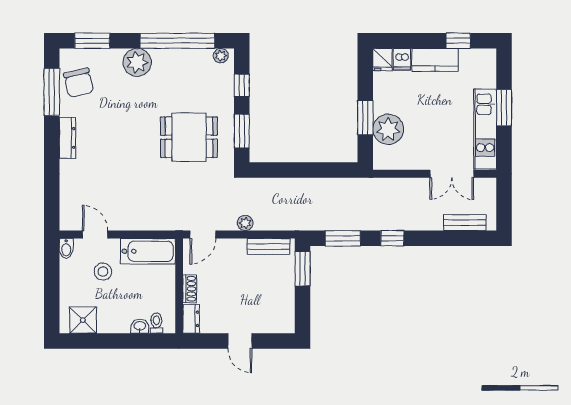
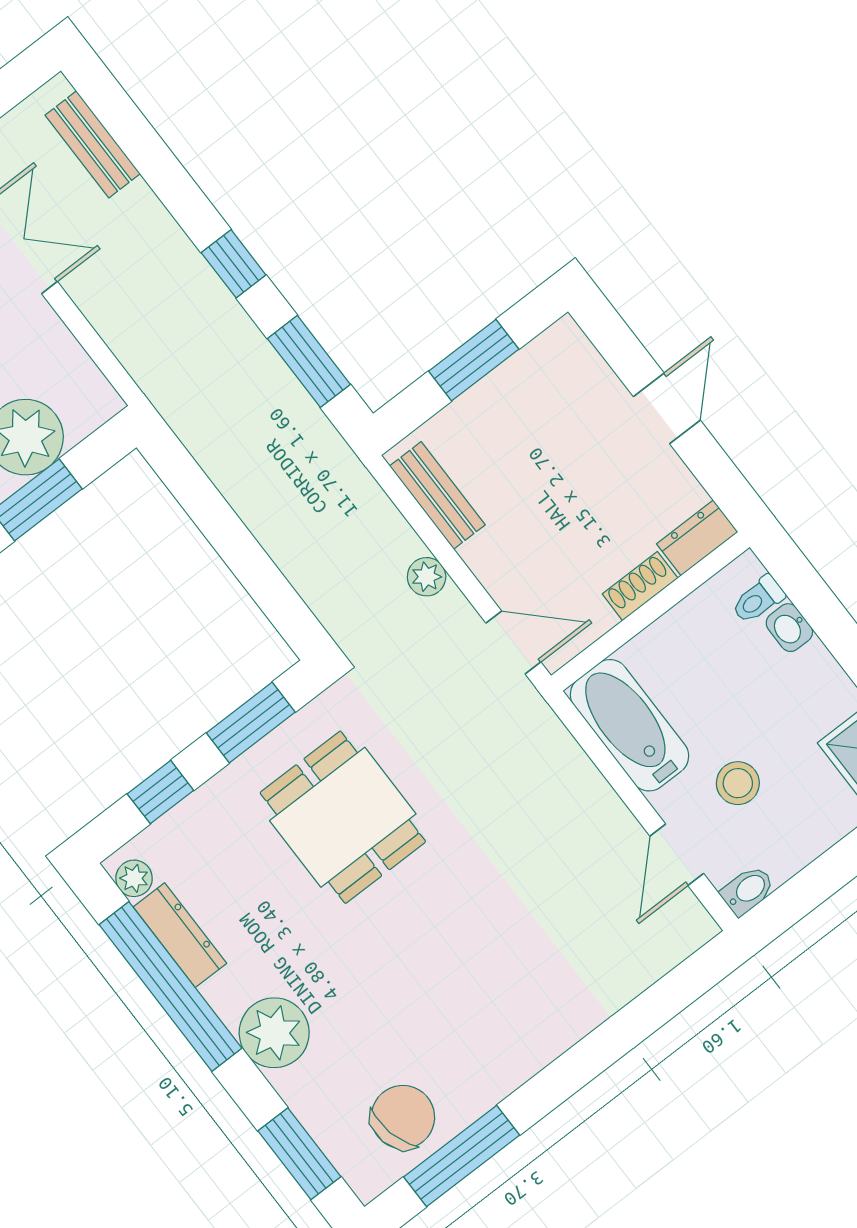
dresser: (67, 138) -> (180, 935), moved, turned 90
window: (303, 269) -> (474, 360), moved

